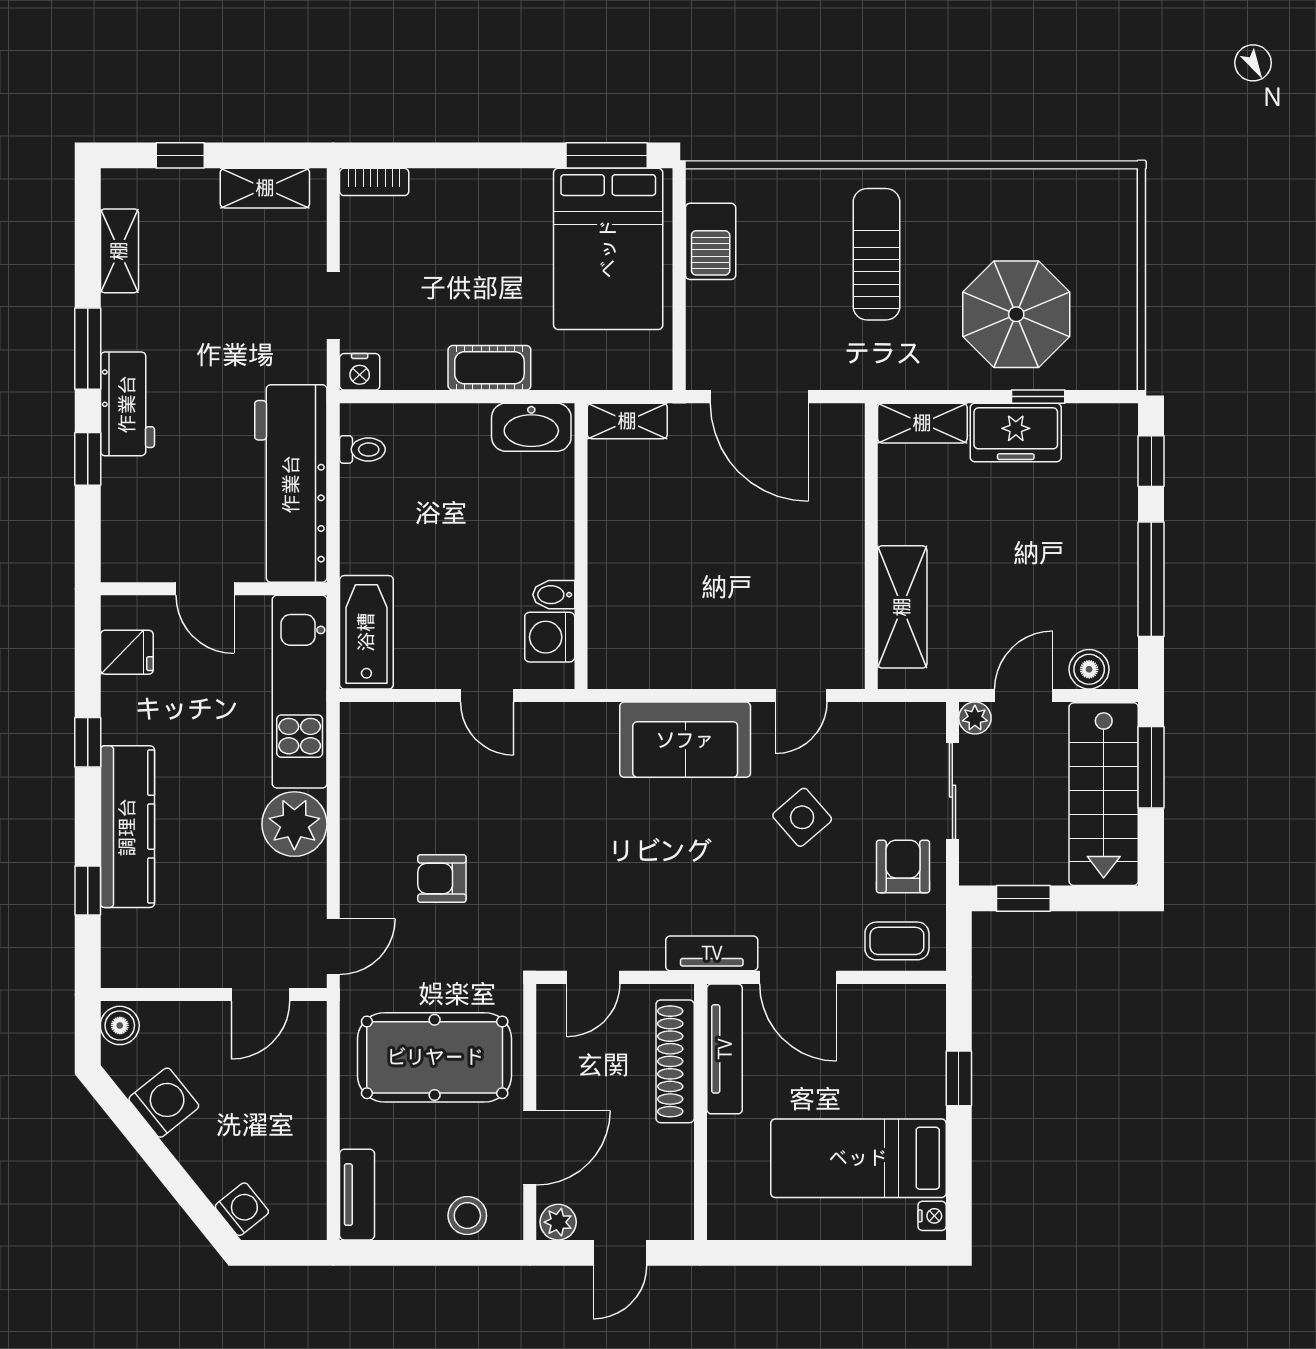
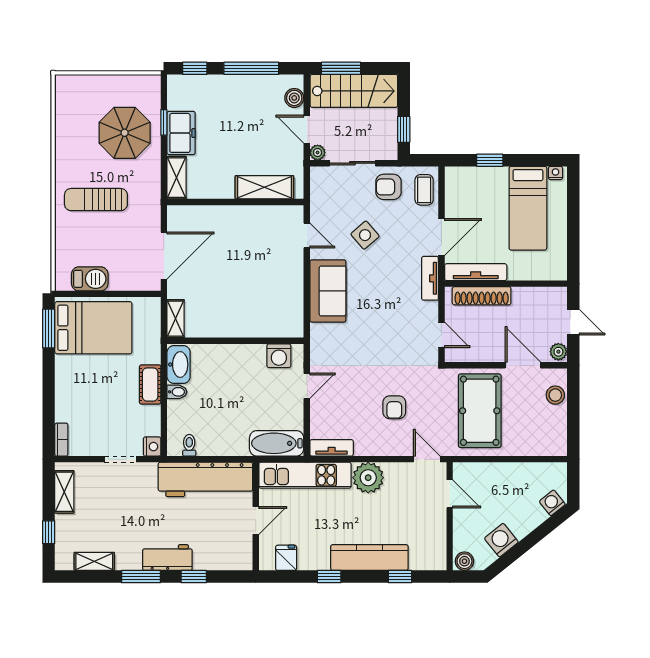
bidet: (554, 595) -> (177, 392), moved, turned -90
tv unit: (357, 1195) -> (332, 448), moved

